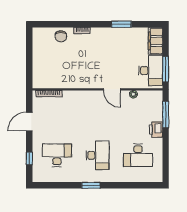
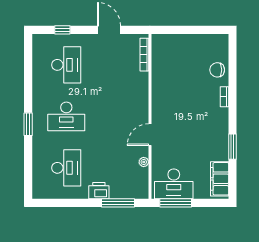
filing cabinet: (155, 41) -> (220, 179), moved, turned -90
desk: (138, 155) -> (66, 168), turned 180
window: (91, 185) -> (28, 124), moved

